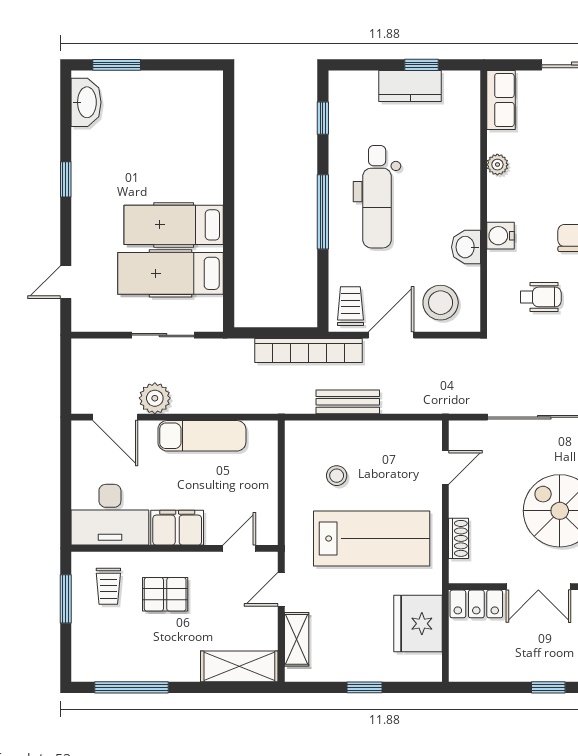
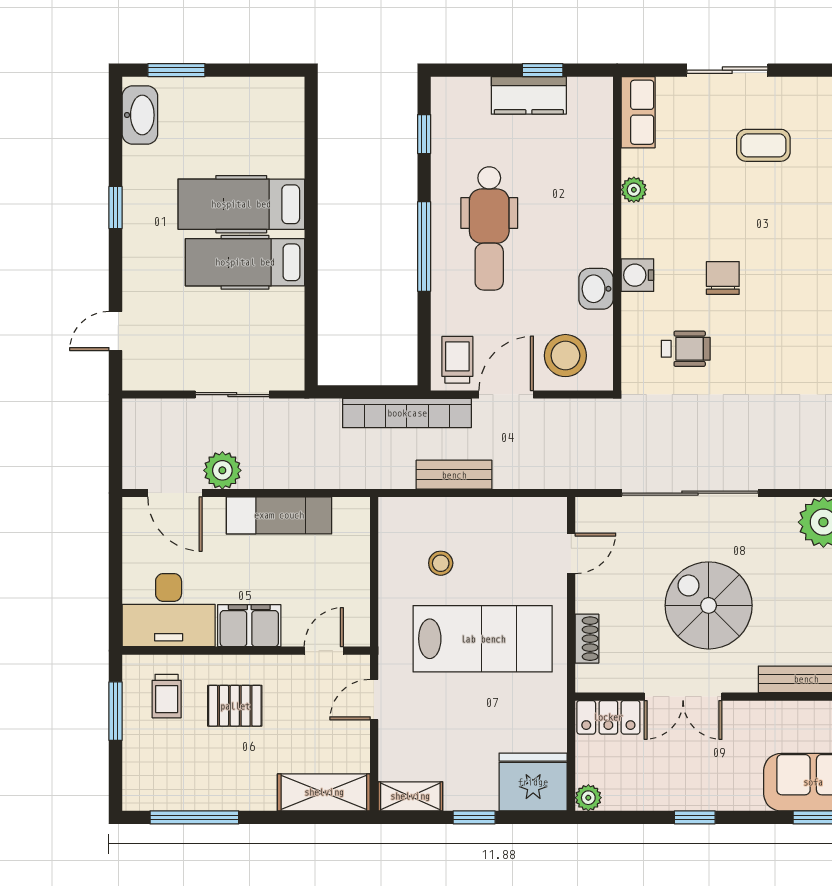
hospital bed: (171, 273) -> (241, 204), moved
fridge: (418, 624) -> (533, 782), moved, turned 90
shelving: (297, 639) -> (410, 796), moved, turned 90
plant: (460, 671) -> (588, 798), added

